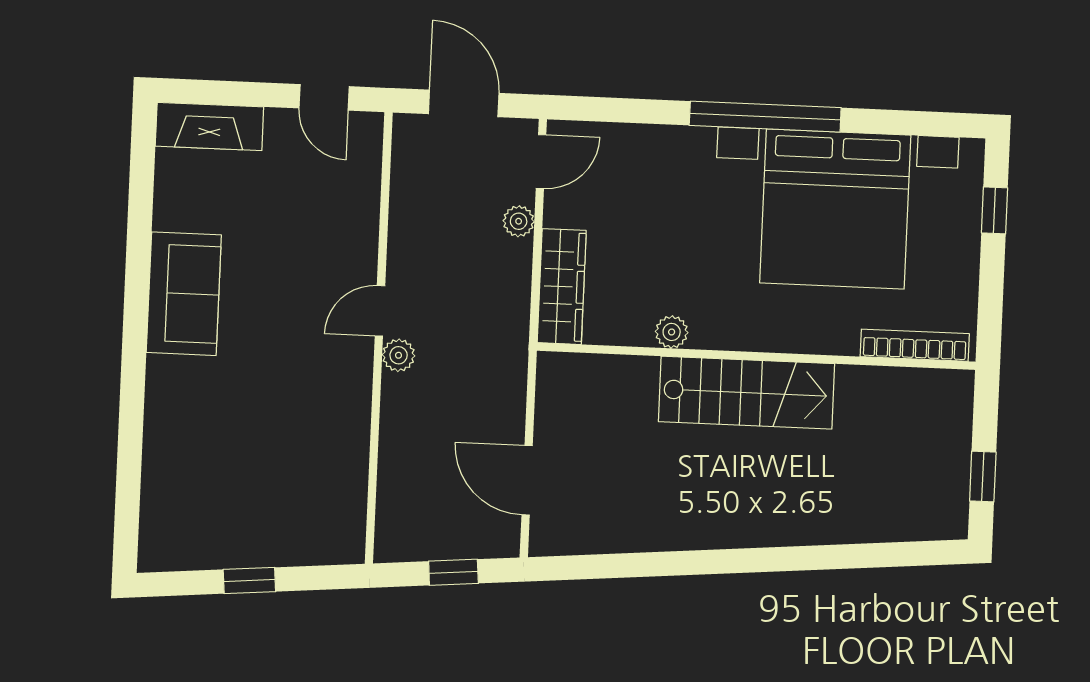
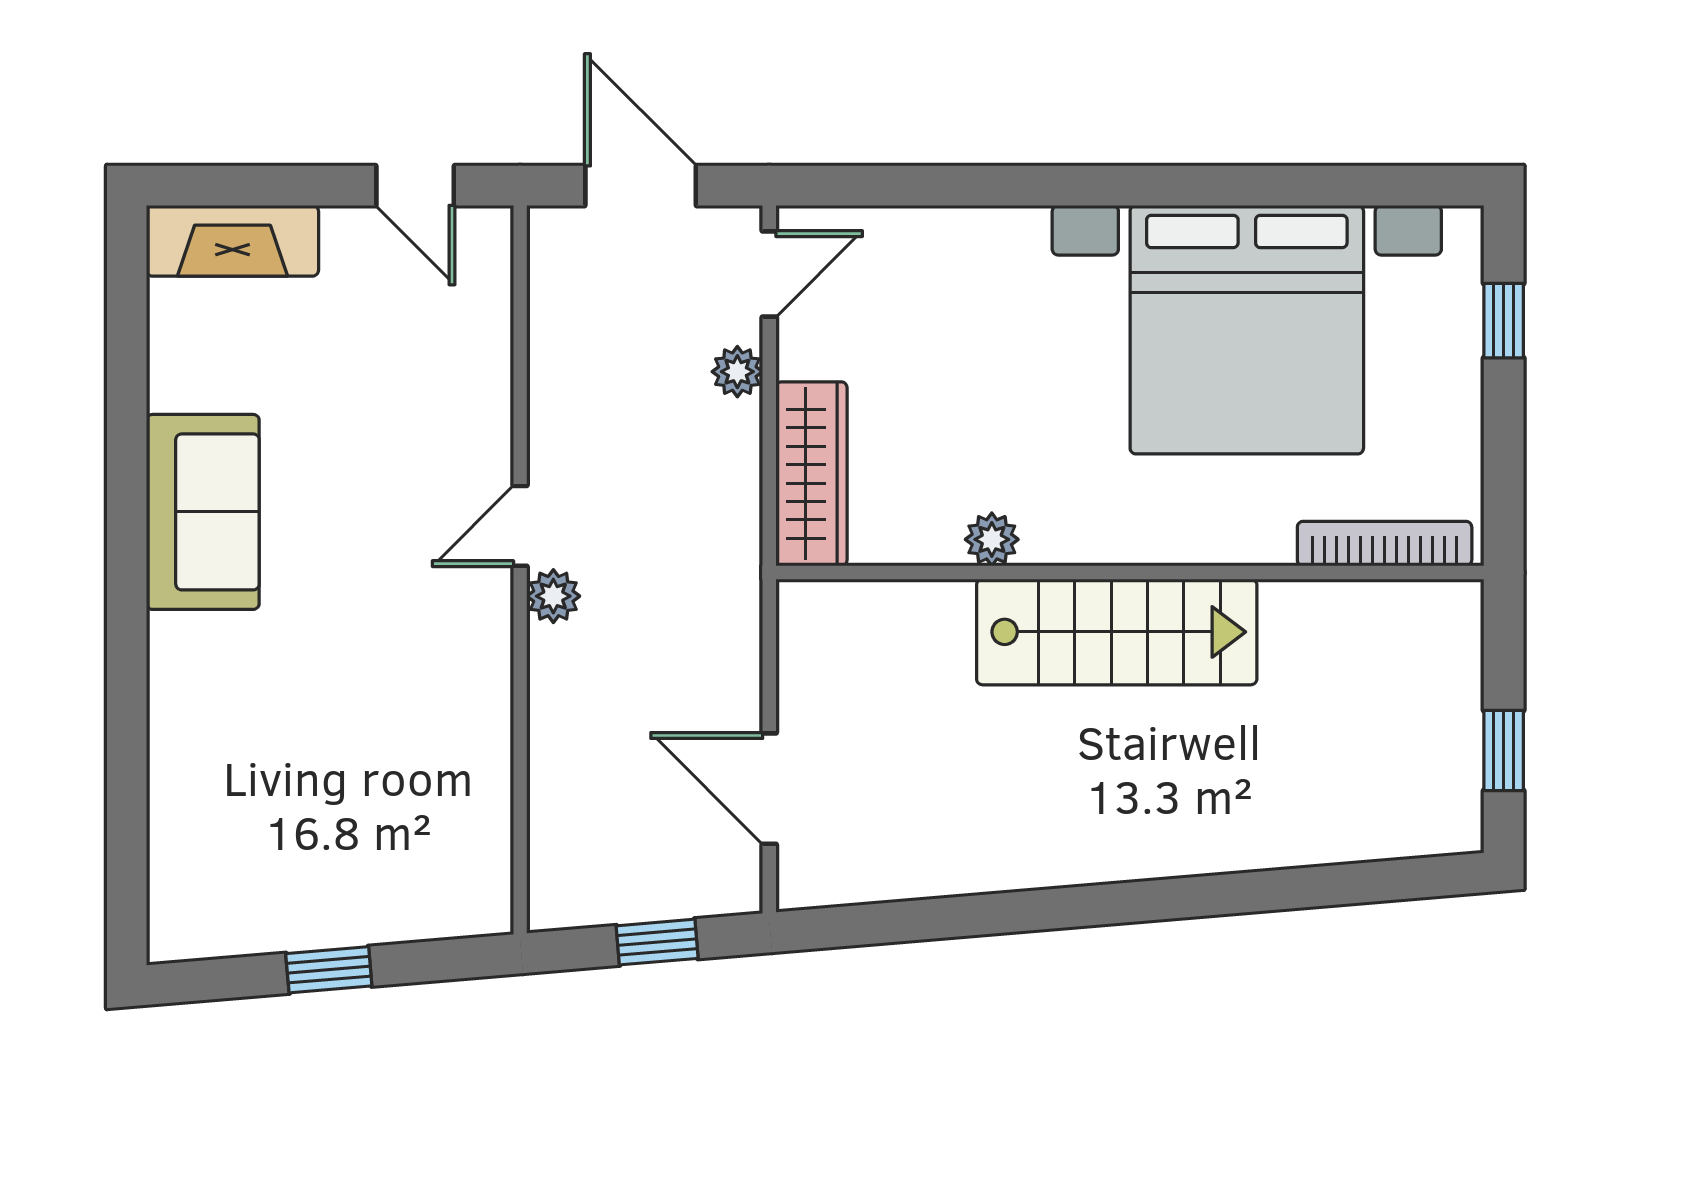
window: (765, 117) -> (1128, 186), removed

